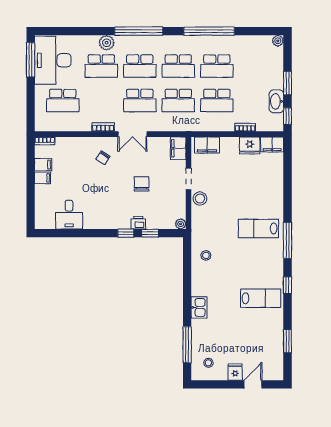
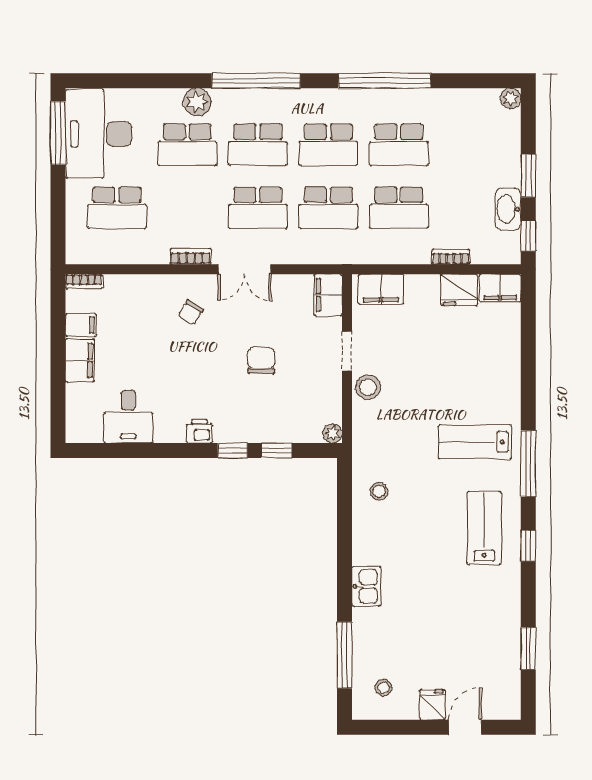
filing cabinet: (43, 178) -> (80, 360), width x2.00
printer: (138, 223) -> (199, 431), moved
lab bench: (261, 298) -> (484, 528), moved, turned -90

